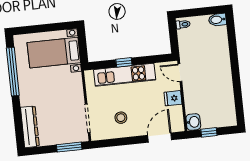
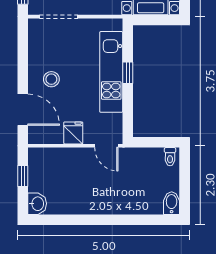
door: (180, 73) -> (106, 146), swing flipped
stool: (121, 118) -> (51, 79), moved
washbasin: (193, 122) -> (37, 204), moved, turned -90

